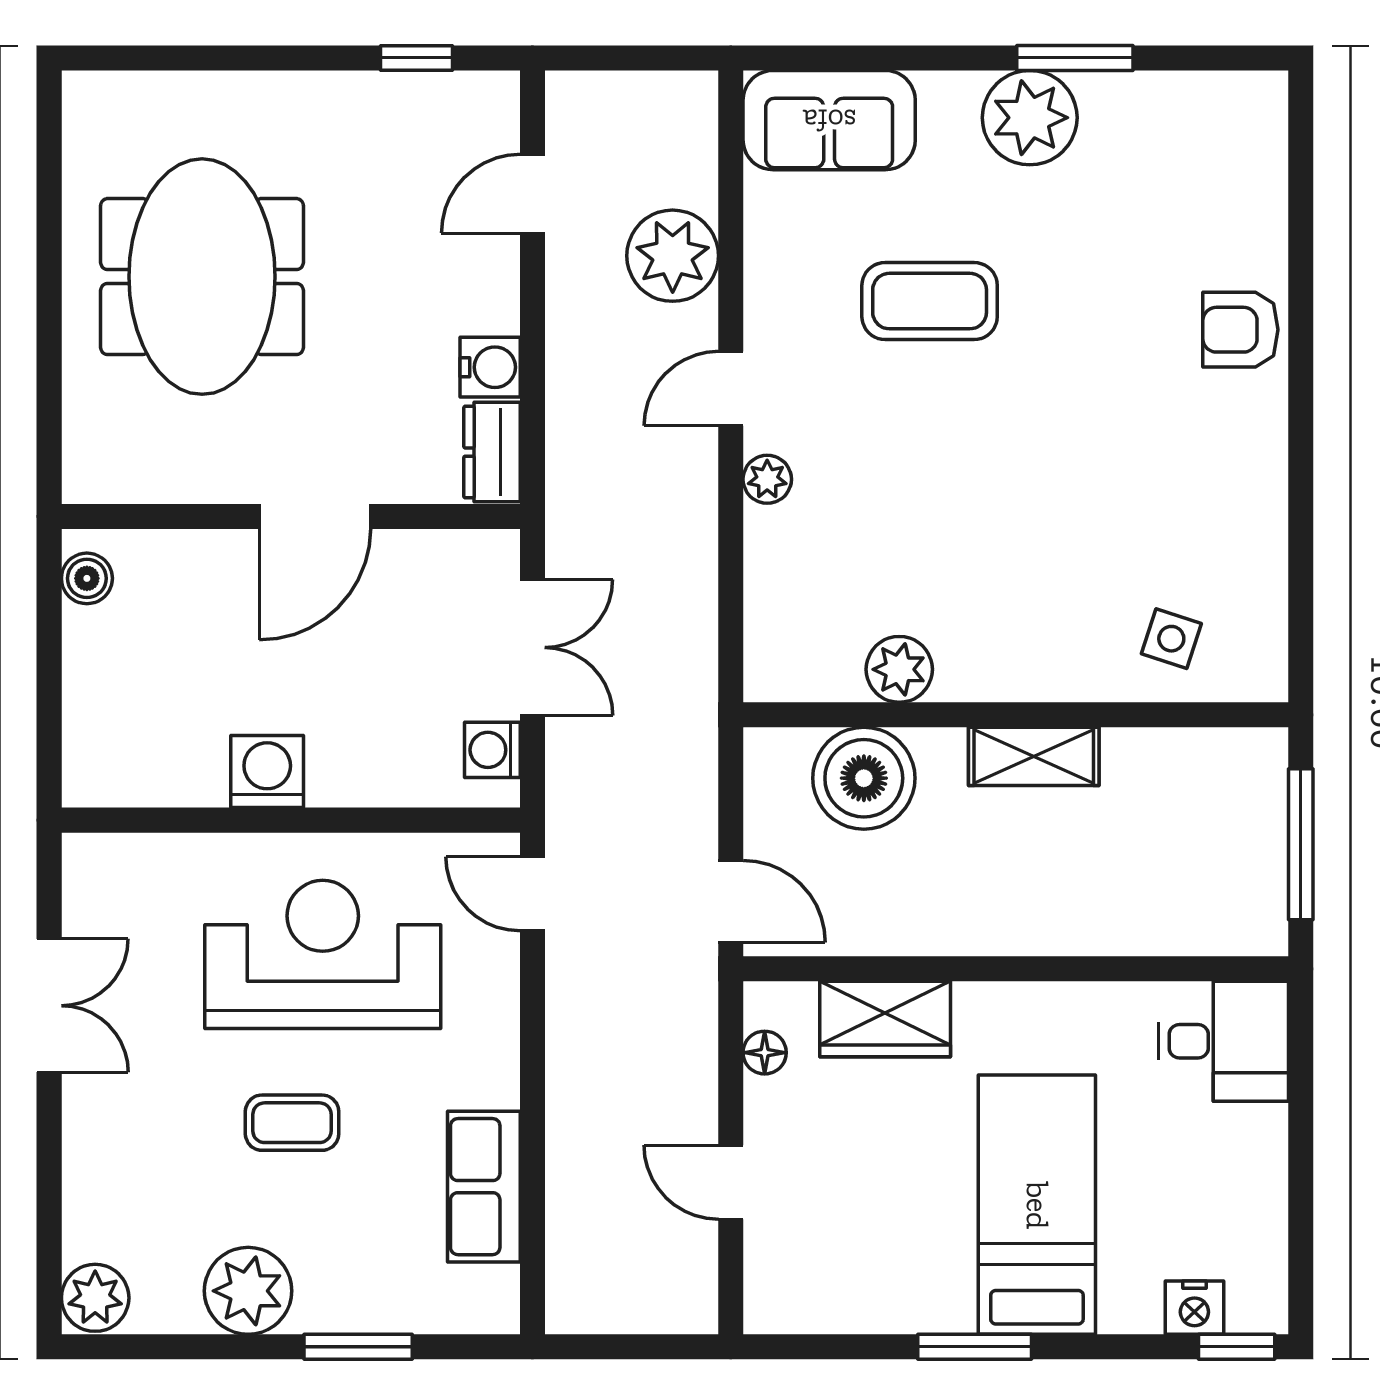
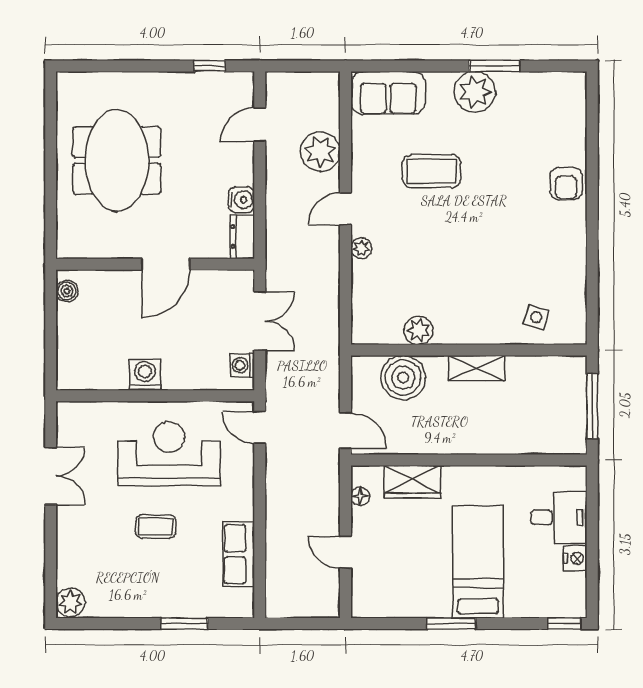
armchair: (1240, 330) -> (566, 183), turned -90
desk: (1224, 1041) -> (559, 517), moved
plant: (248, 1291) -> (137, 599), removed
nightstand: (1194, 1308) -> (575, 558), moved, turned -90

